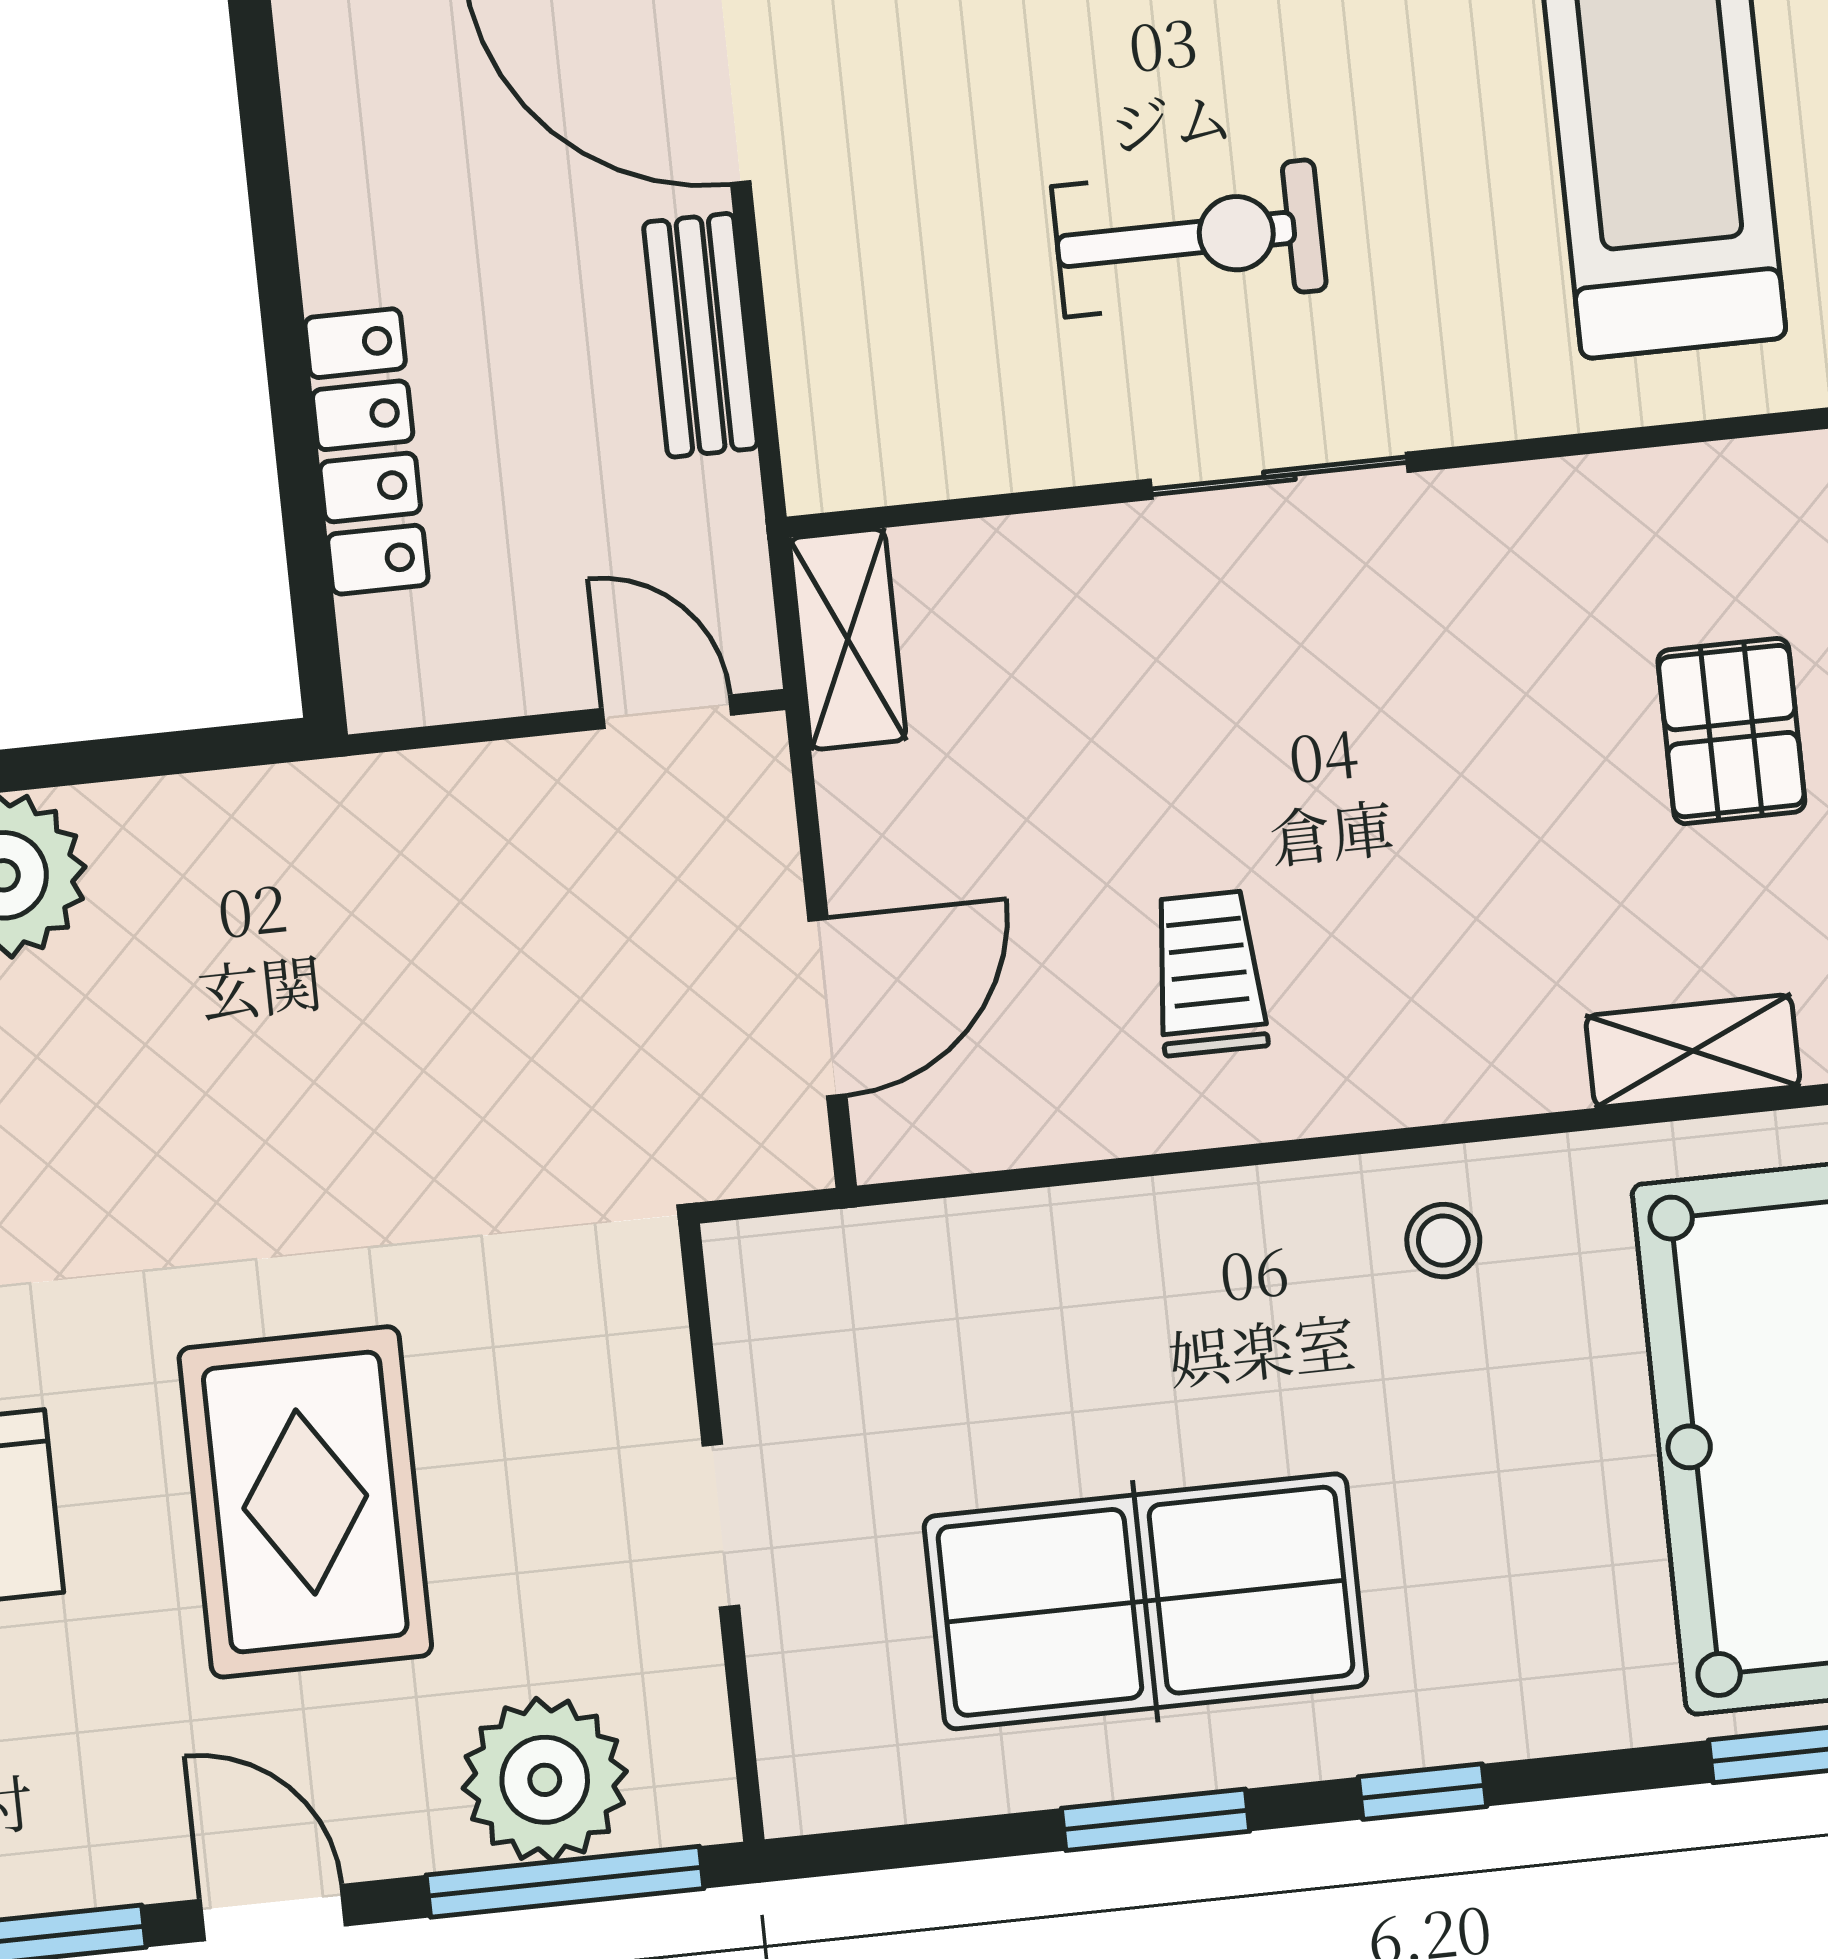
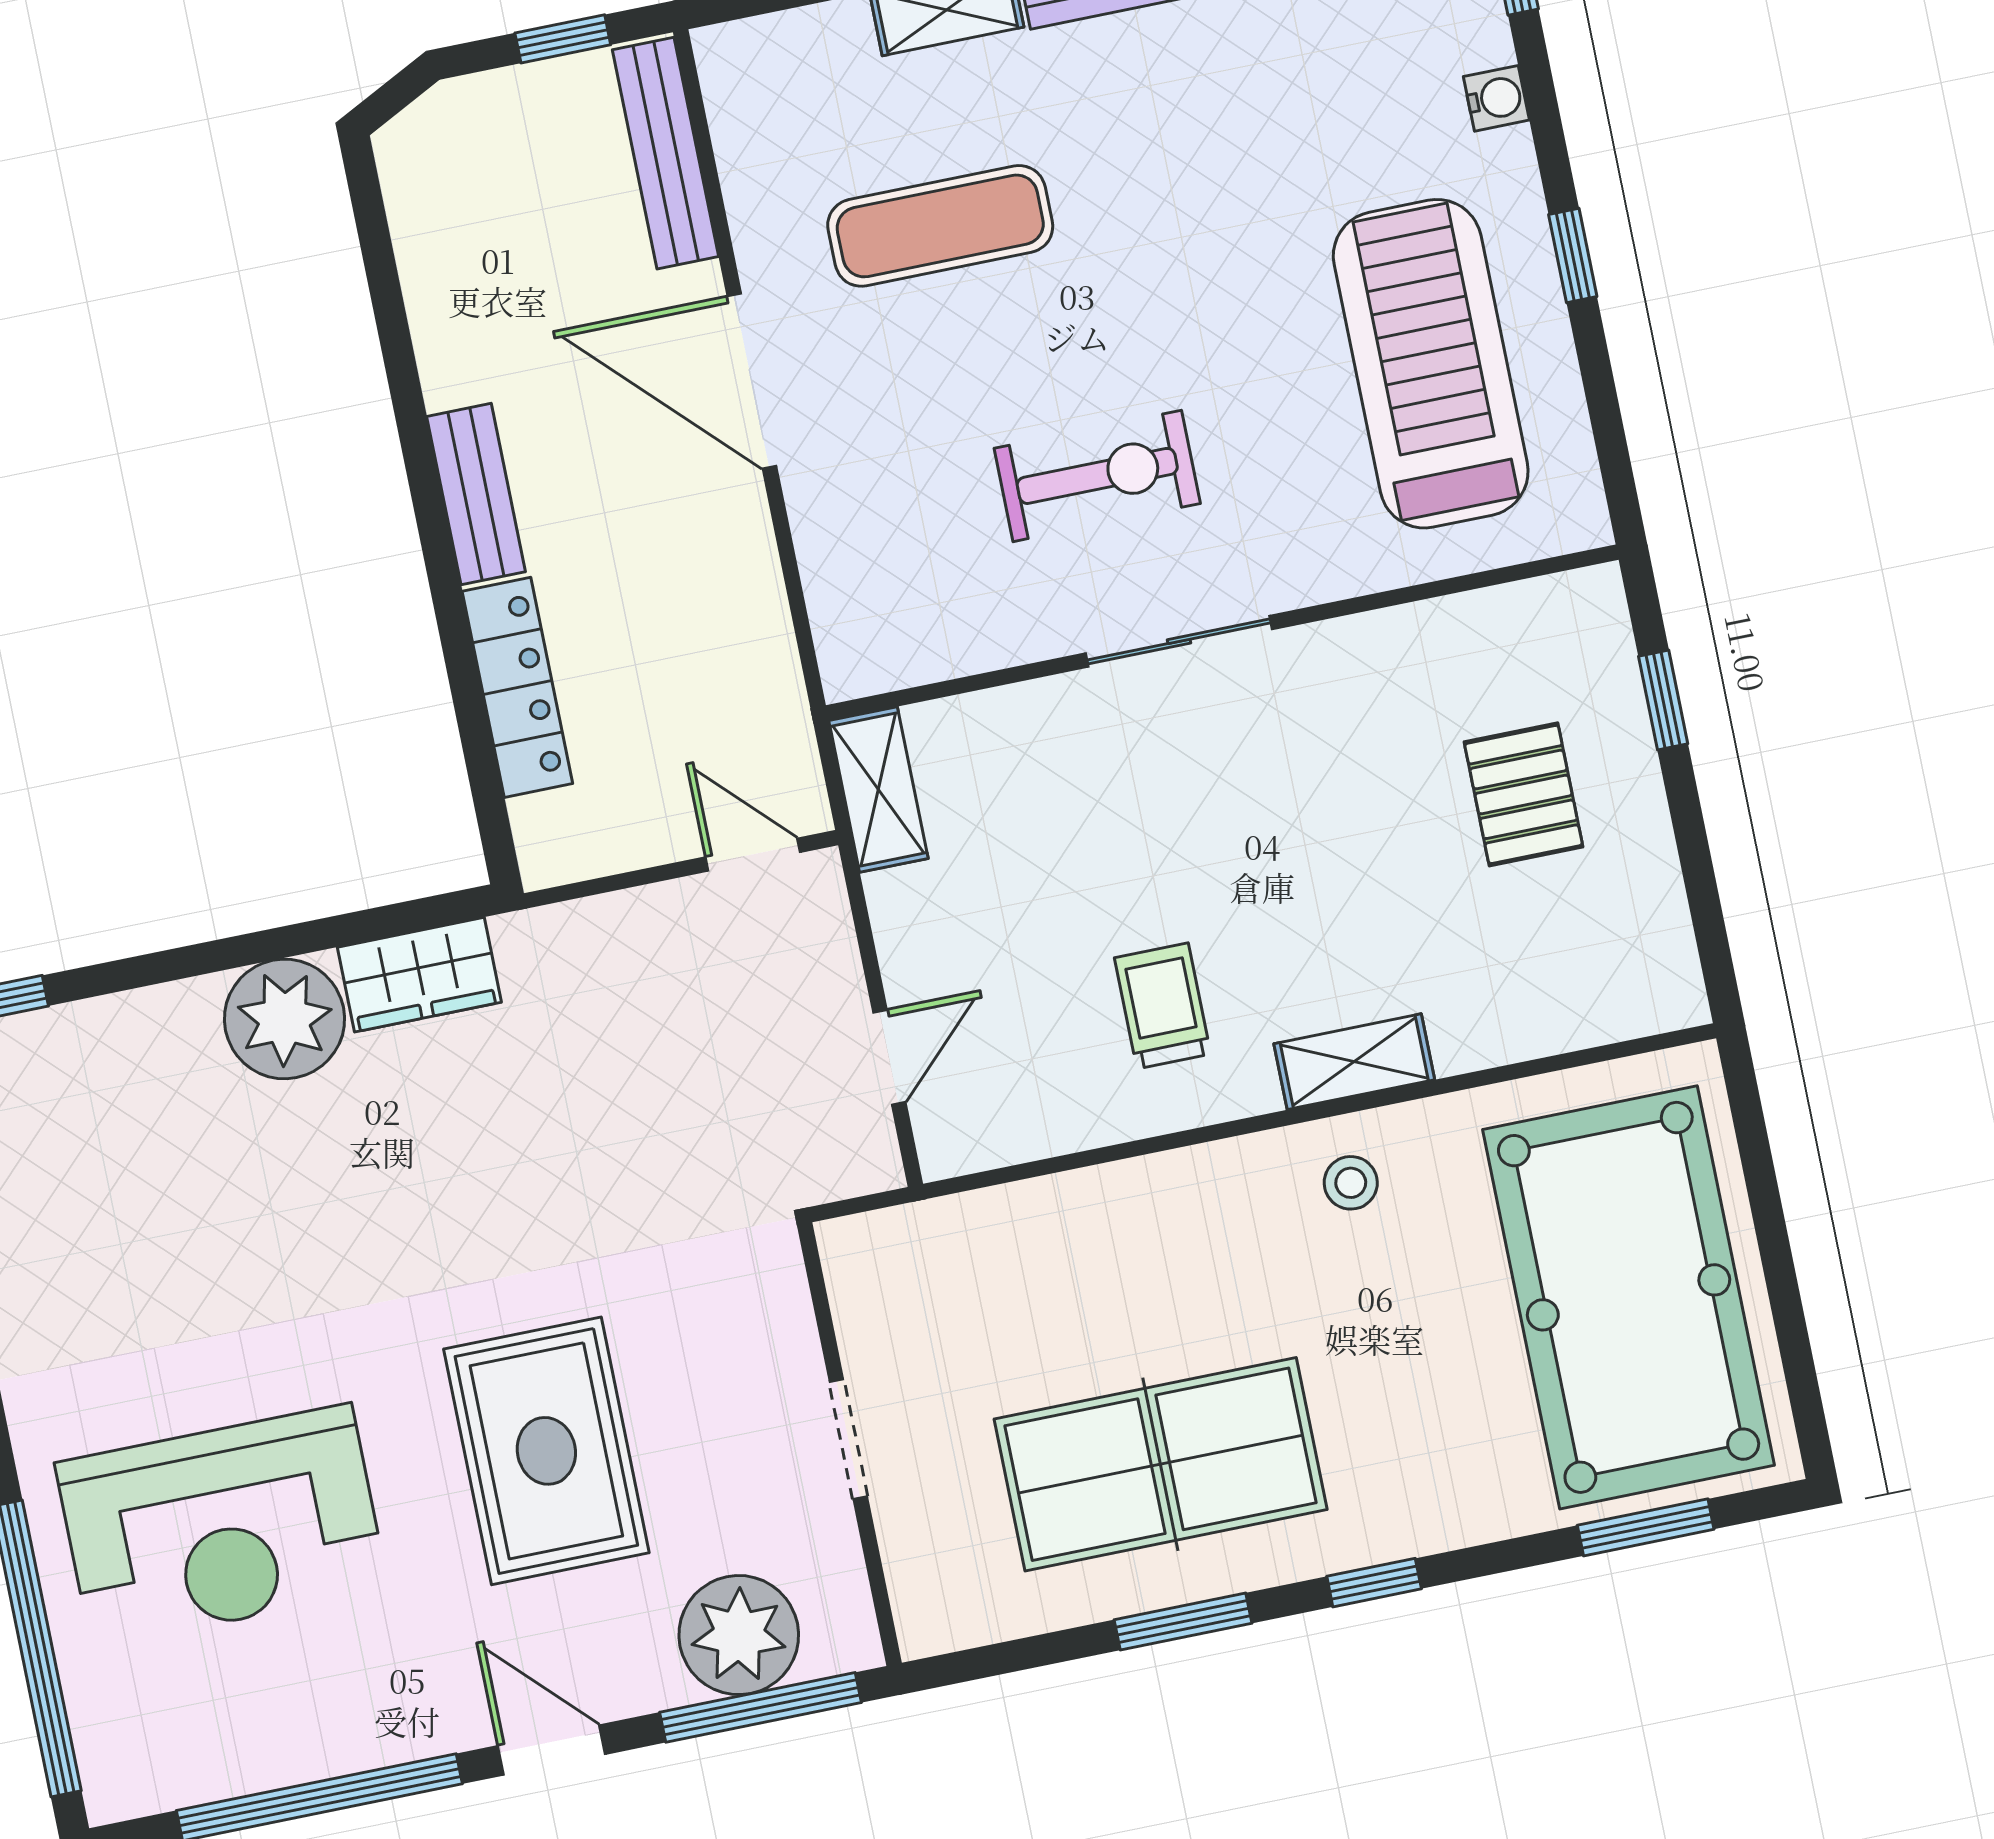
bench: (701, 335) -> (476, 494), moved
wardrobe: (194, 832) -> (419, 975), added
door: (827, 1007) -> (889, 1057), width x0.73
shelving: (1693, 1051) -> (1354, 1062), moved

